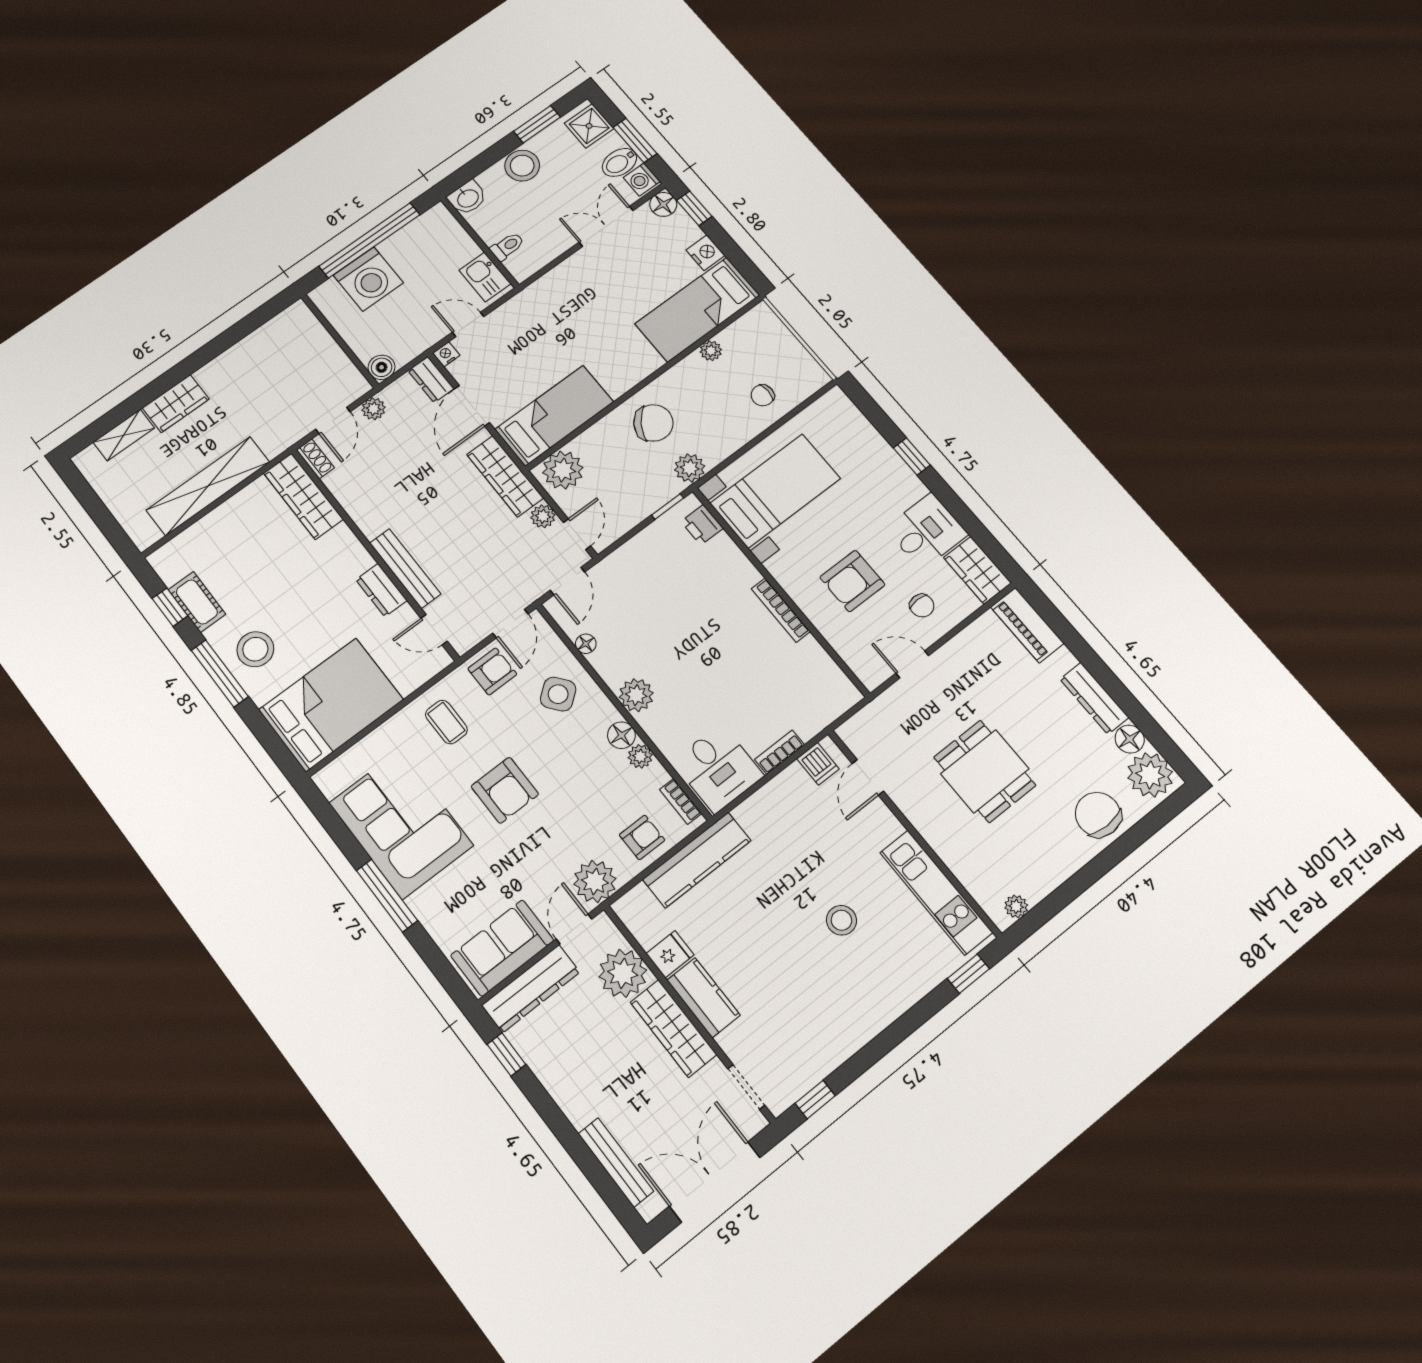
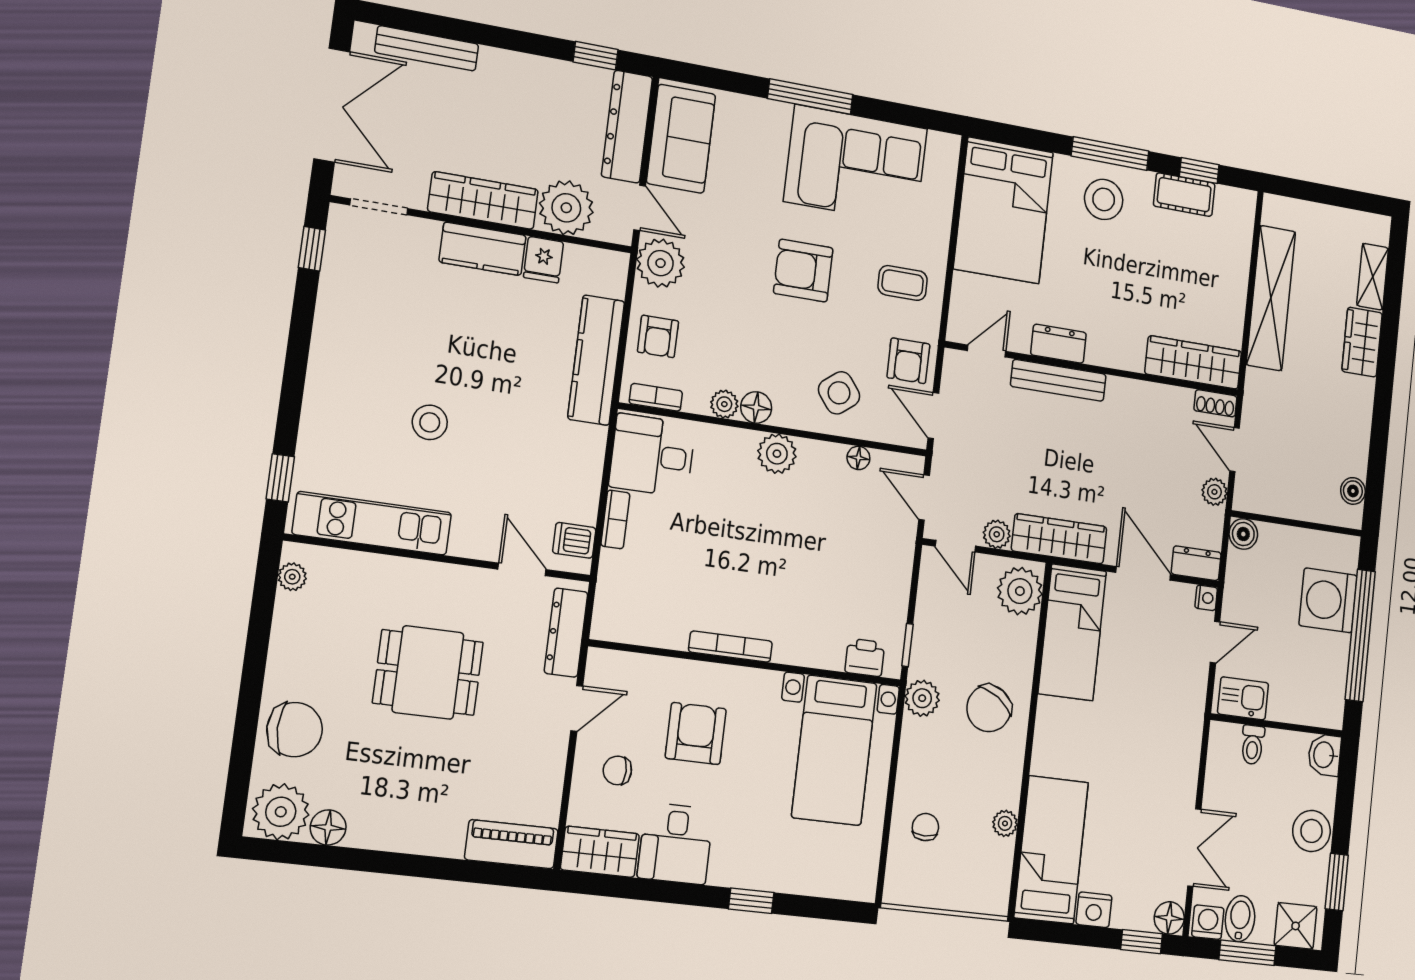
boiler: (281, 324) -> (1353, 491), added
dresser: (1094, 698) -> (566, 633), moved, turned -90

